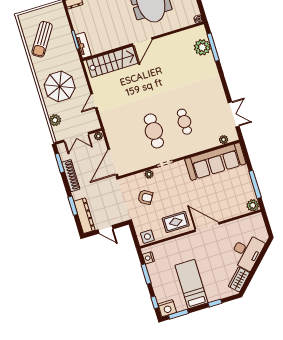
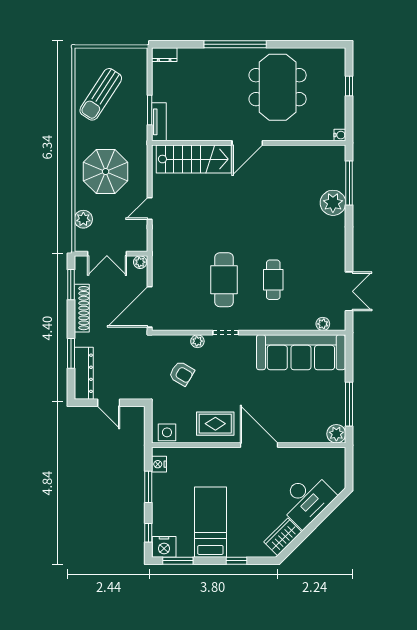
plant: (202, 47) -> (333, 203), moved

